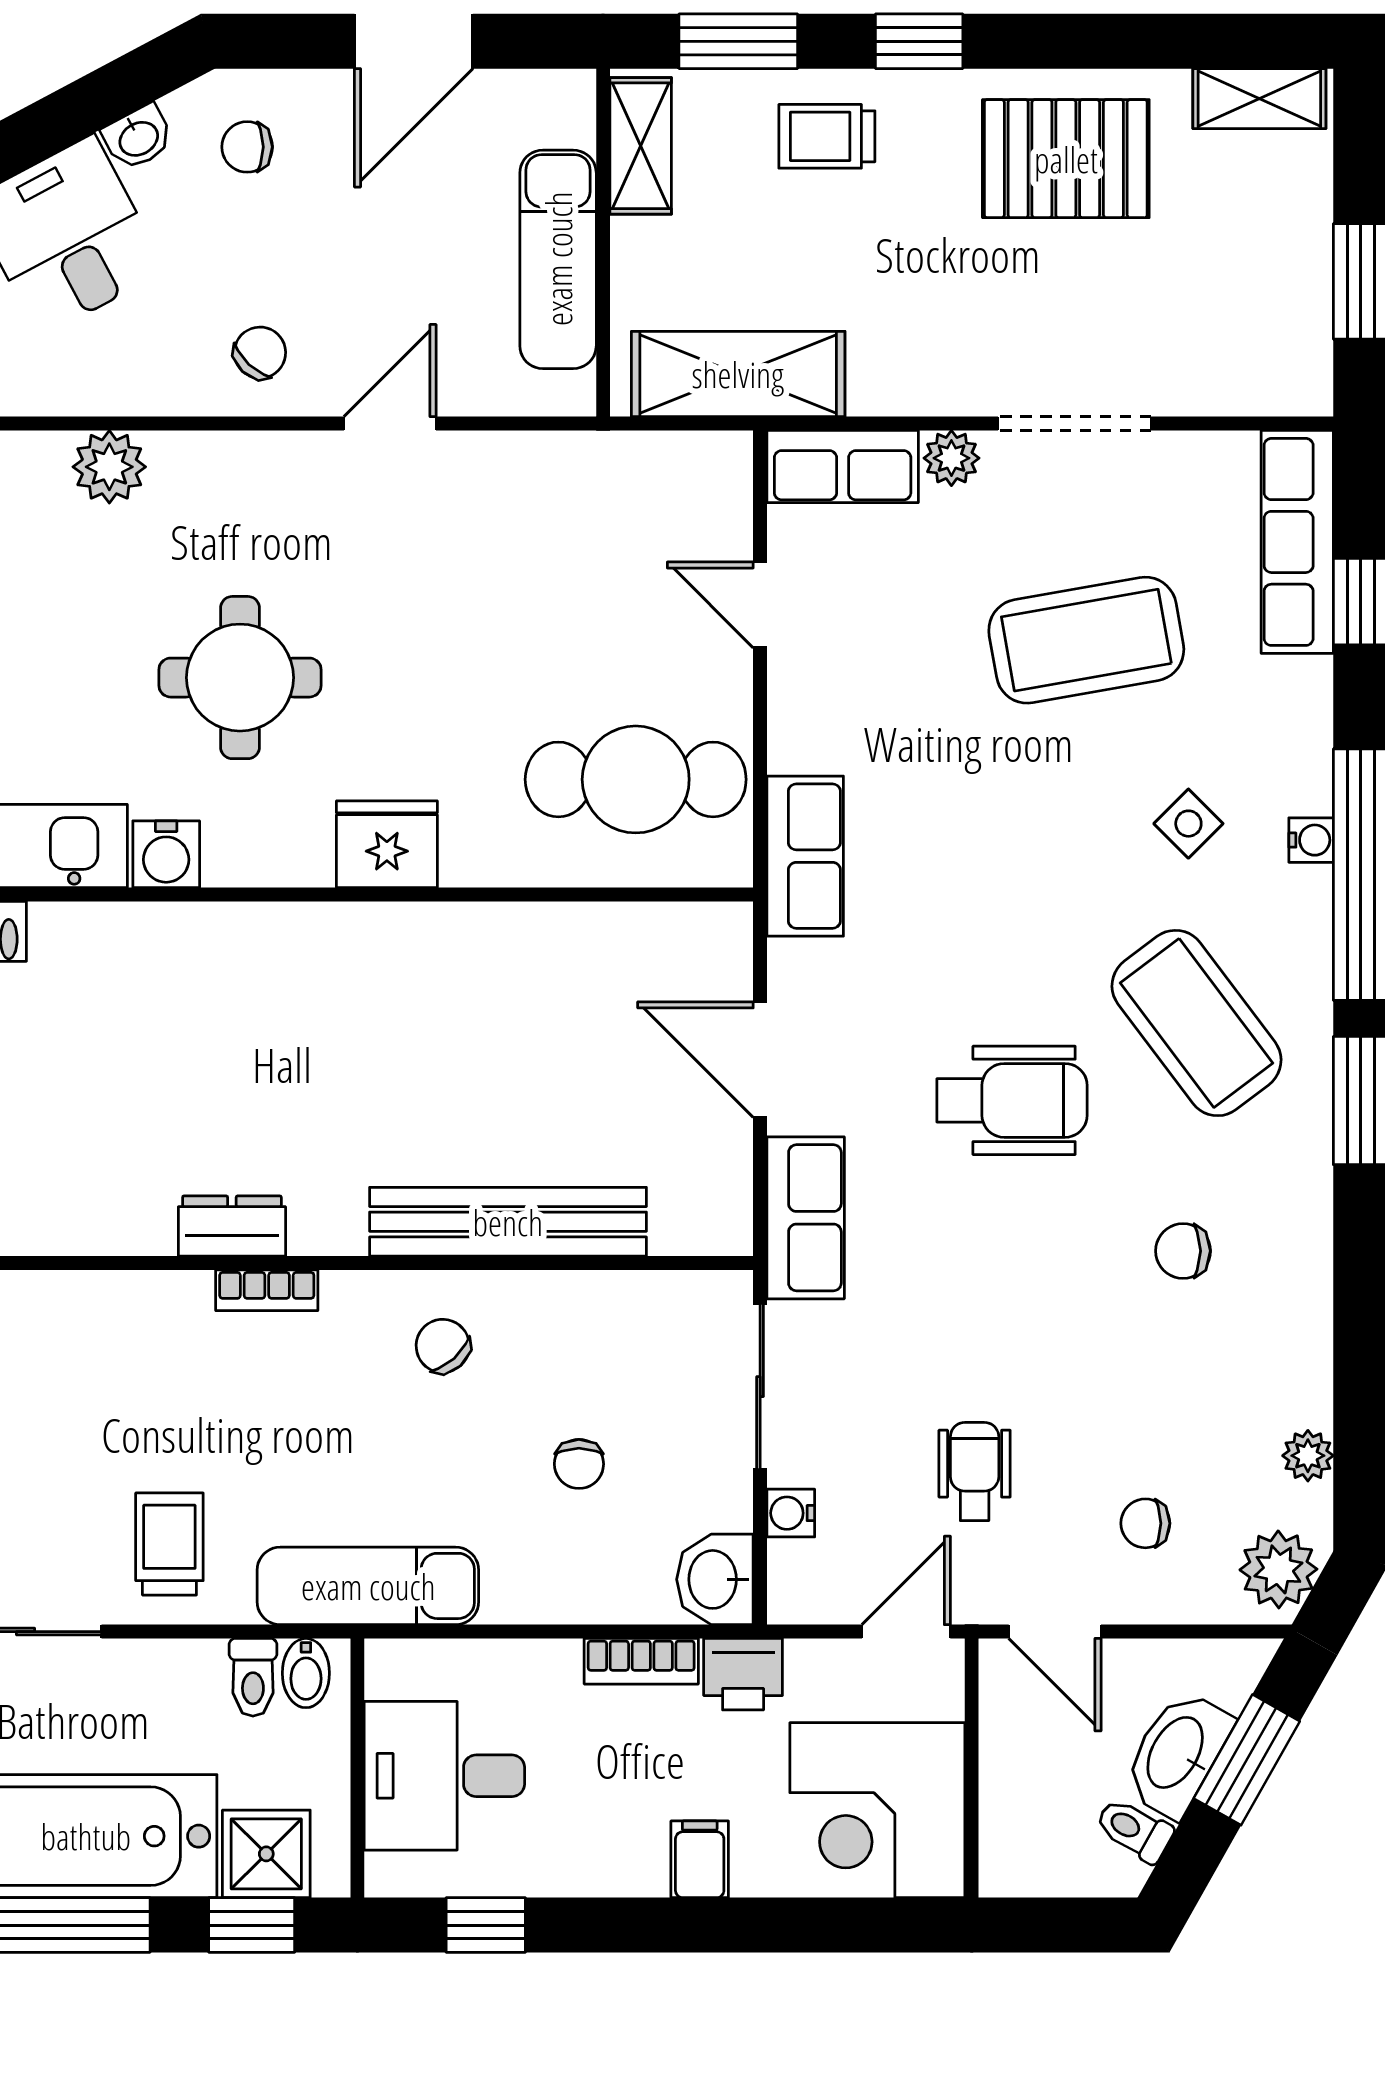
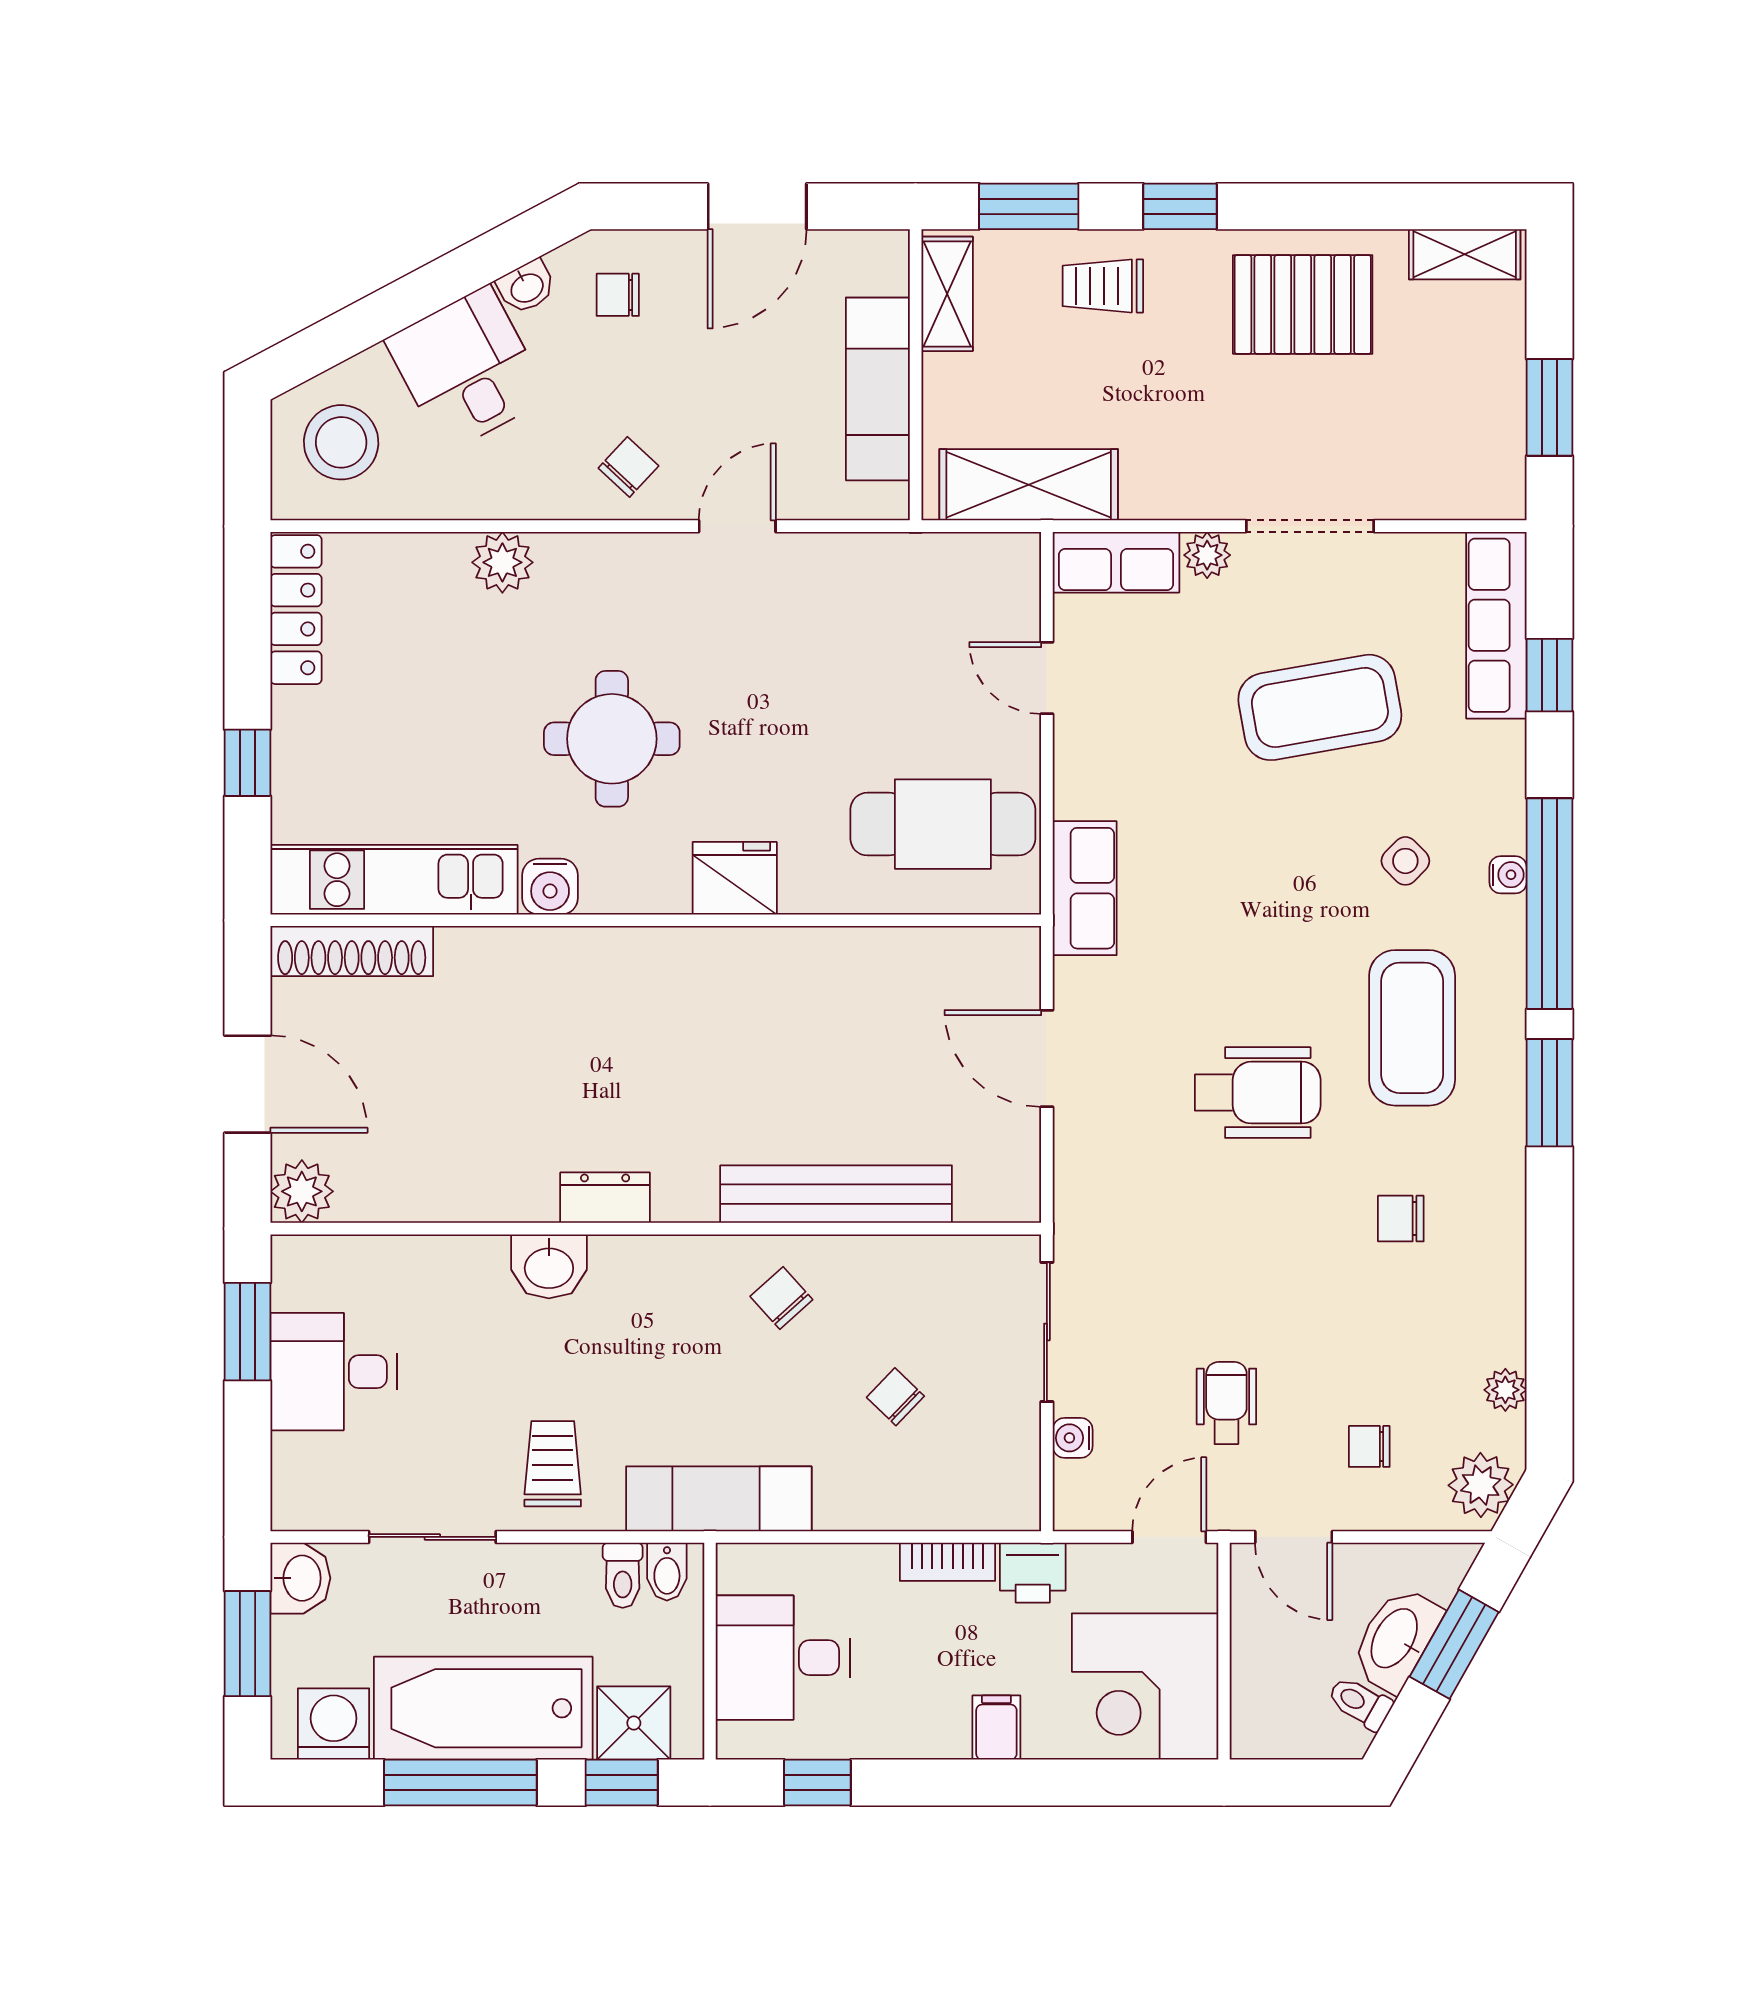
coffee table: (1196, 1023) -> (1412, 1028), turned 37
row of seats: (806, 1218) -> (1085, 1191), removed
bookcase: (267, 1290) -> (634, 1251), removed
chair: (579, 1464) -> (895, 1397), turned 134
washbasin: (715, 1579) -> (549, 1266), moved, turned -90

